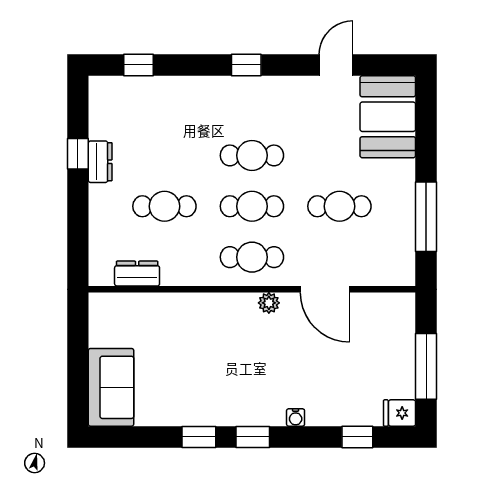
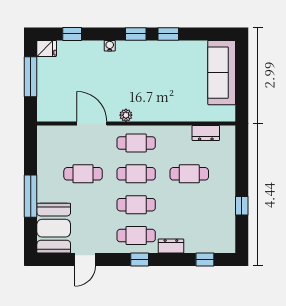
cafe table: (252, 105) -> (136, 236), added
dresser: (100, 162) -> (171, 246), moved, turned 90
window: (426, 217) -> (31, 196), moved
sofa: (111, 387) -> (222, 73), width x1.36

